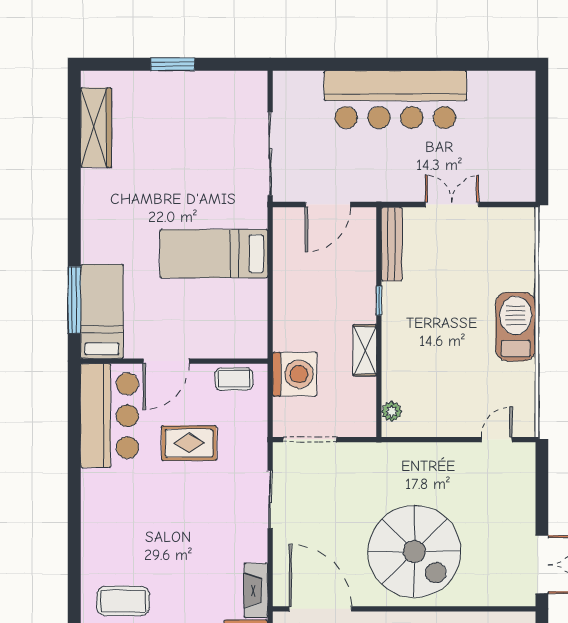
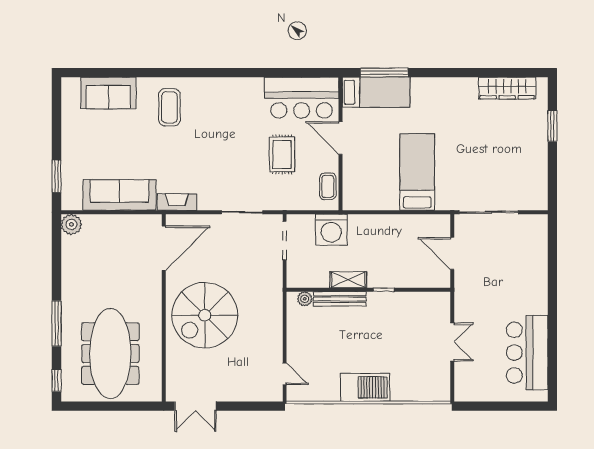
window: (173, 64) -> (552, 126), moved
bar counter: (395, 100) -> (527, 353), moved, width x0.73
bench: (392, 244) -> (340, 299), moved

